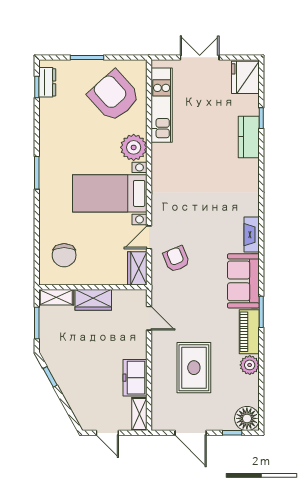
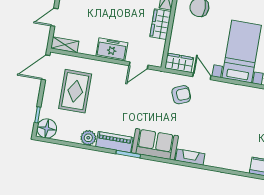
rug: (194, 368) -> (75, 91), moved, turned 90
freezer: (135, 378) -> (112, 49), moved
door: (191, 433) -> (46, 67), moved

